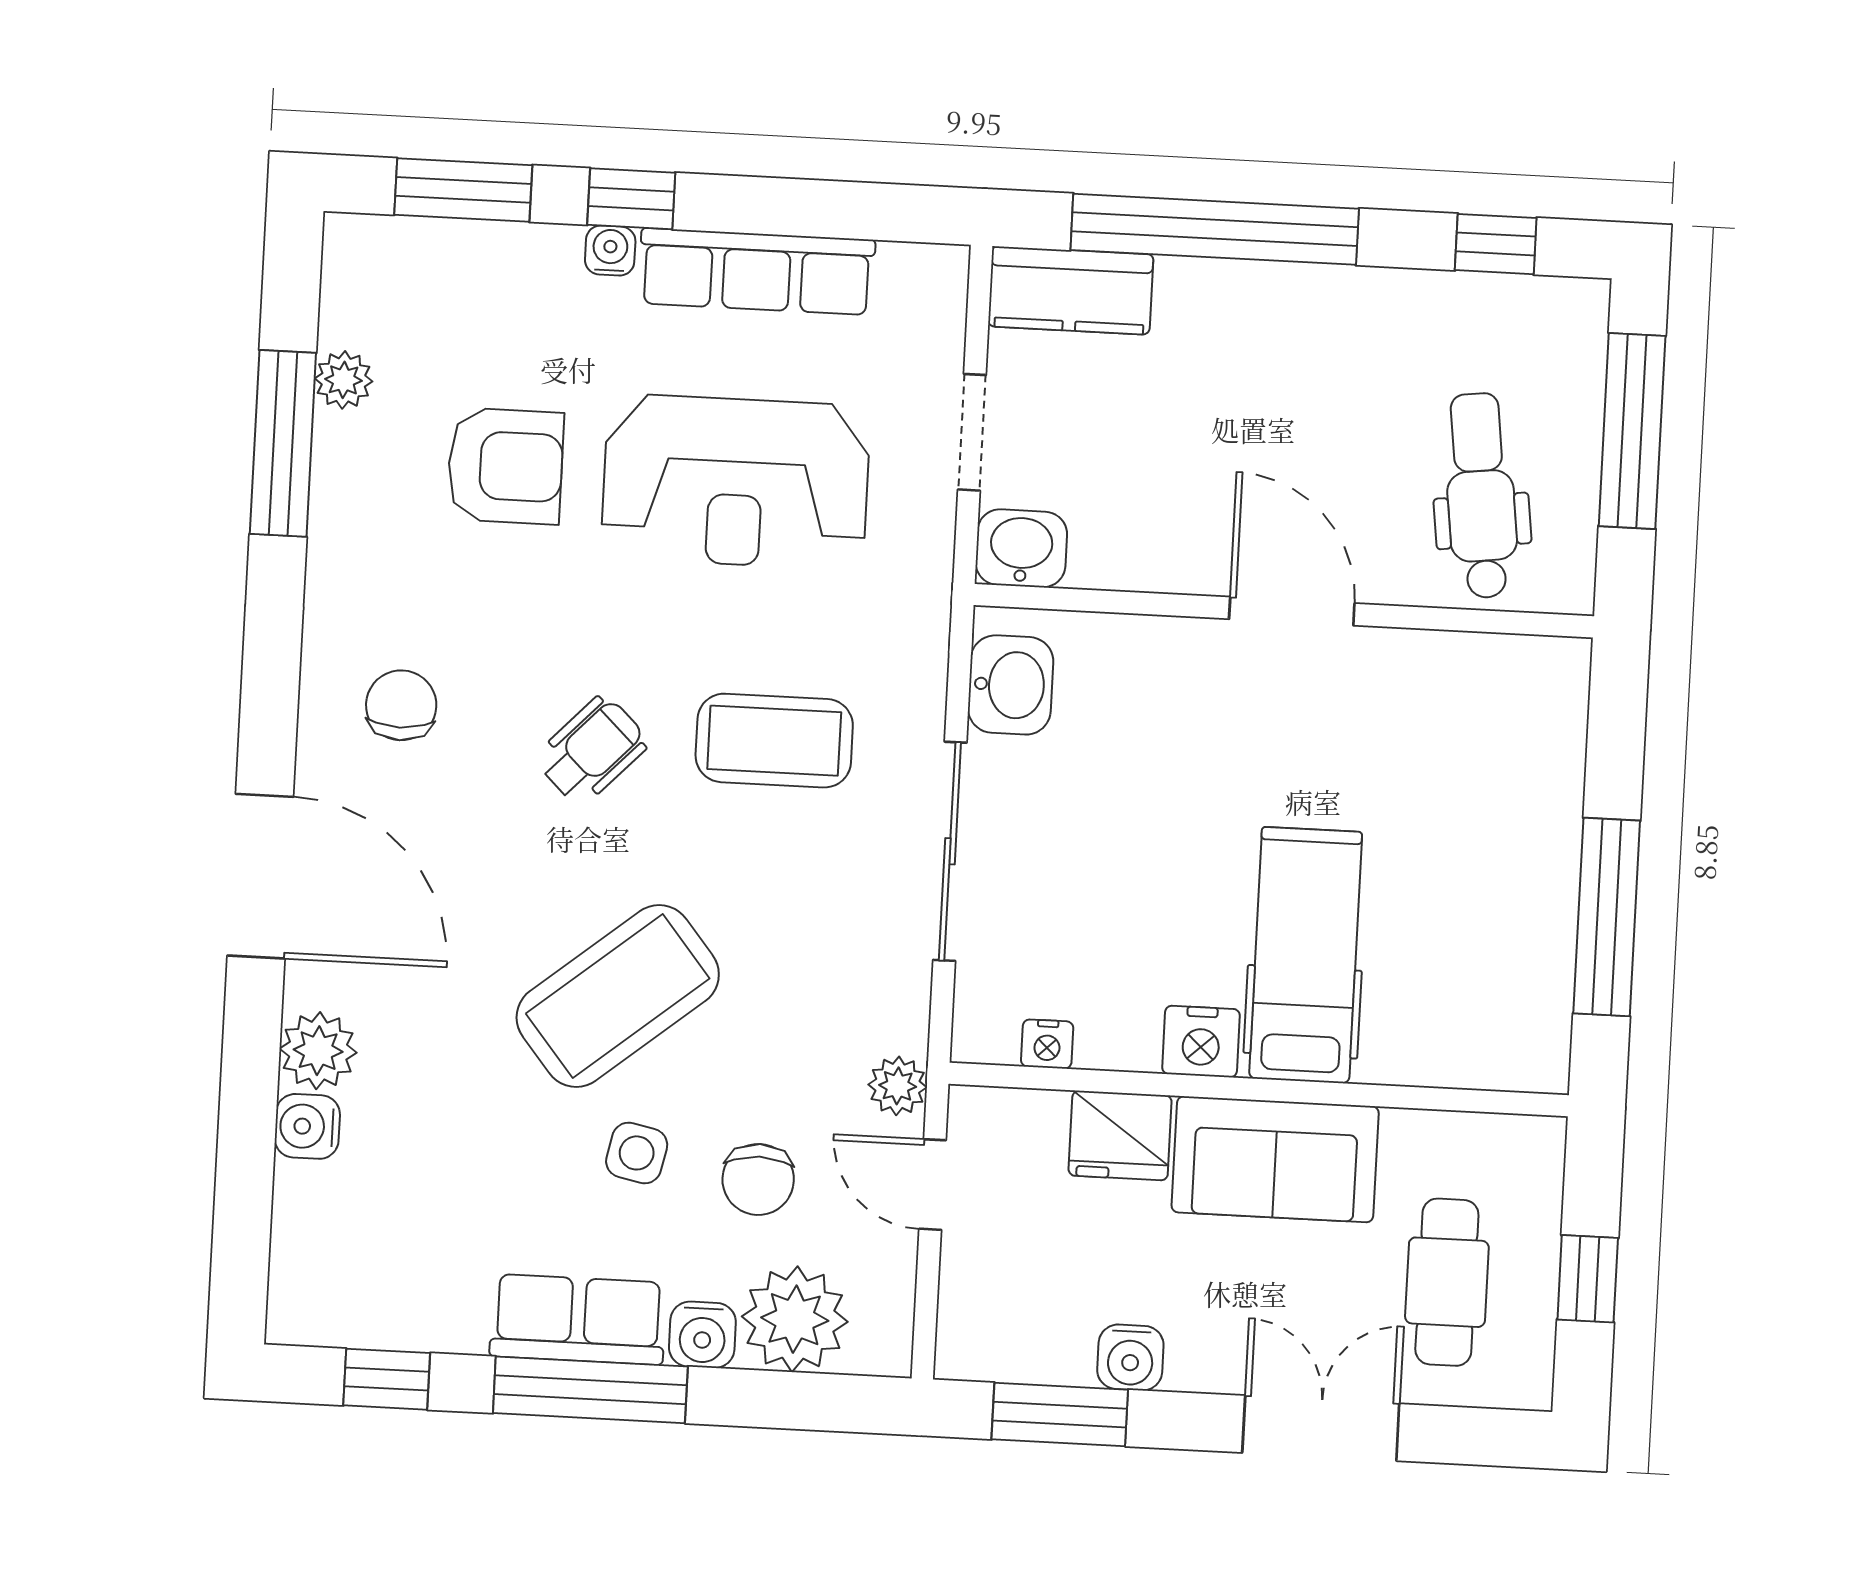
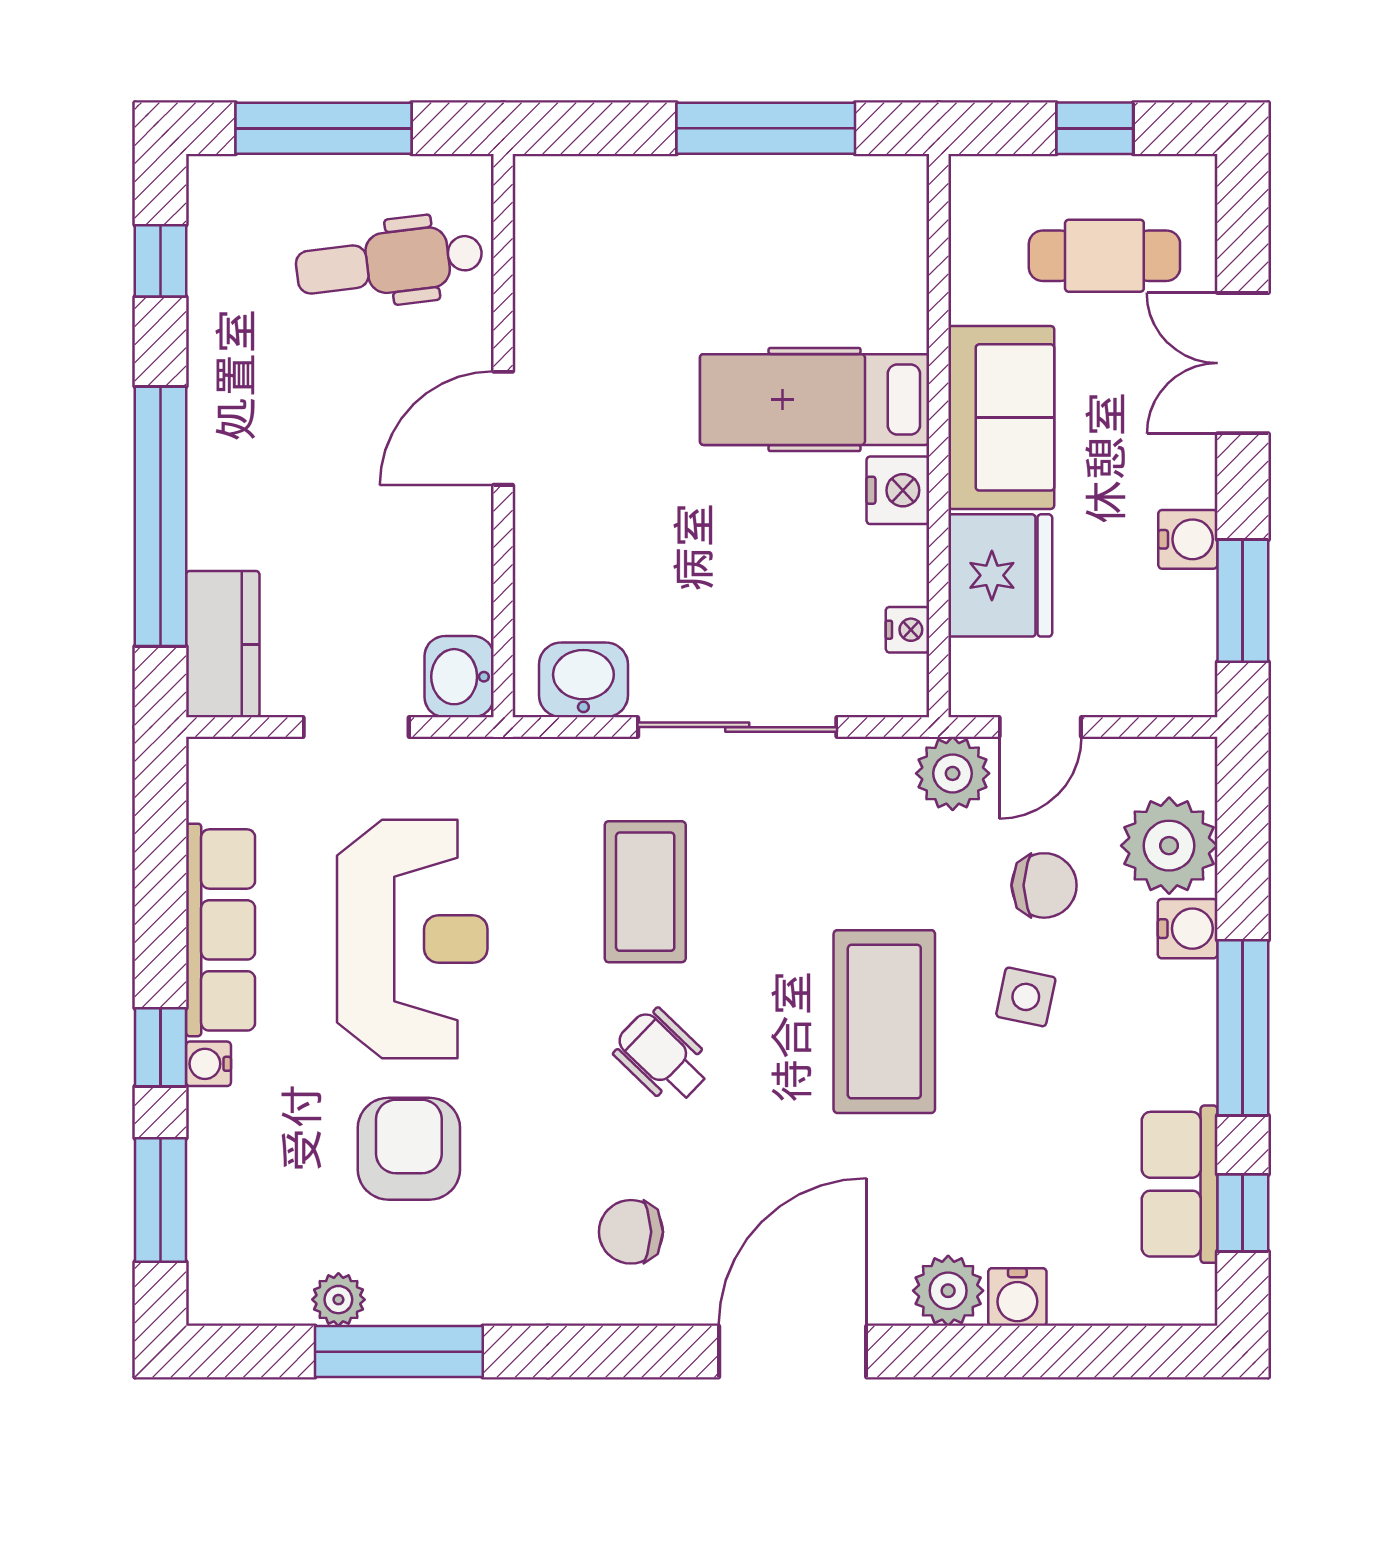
coffee table: (618, 996) -> (884, 1022), turned 39
plant: (898, 1086) -> (953, 773), width x1.38, depth x1.38
fridge: (1120, 1136) -> (1000, 575), width x1.36, depth x1.34
row of seats: (578, 1319) -> (1180, 1184), moved

